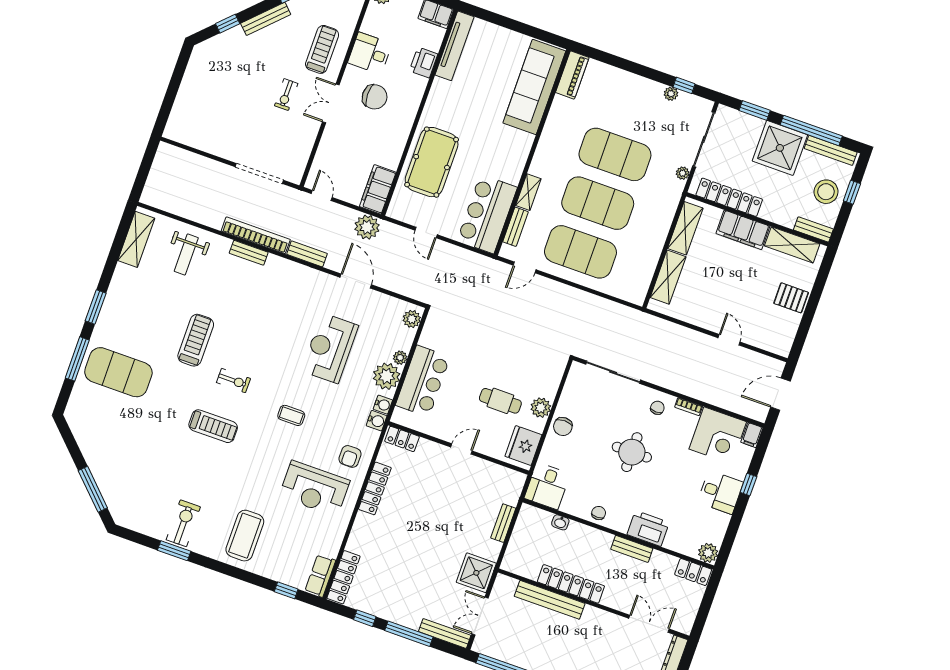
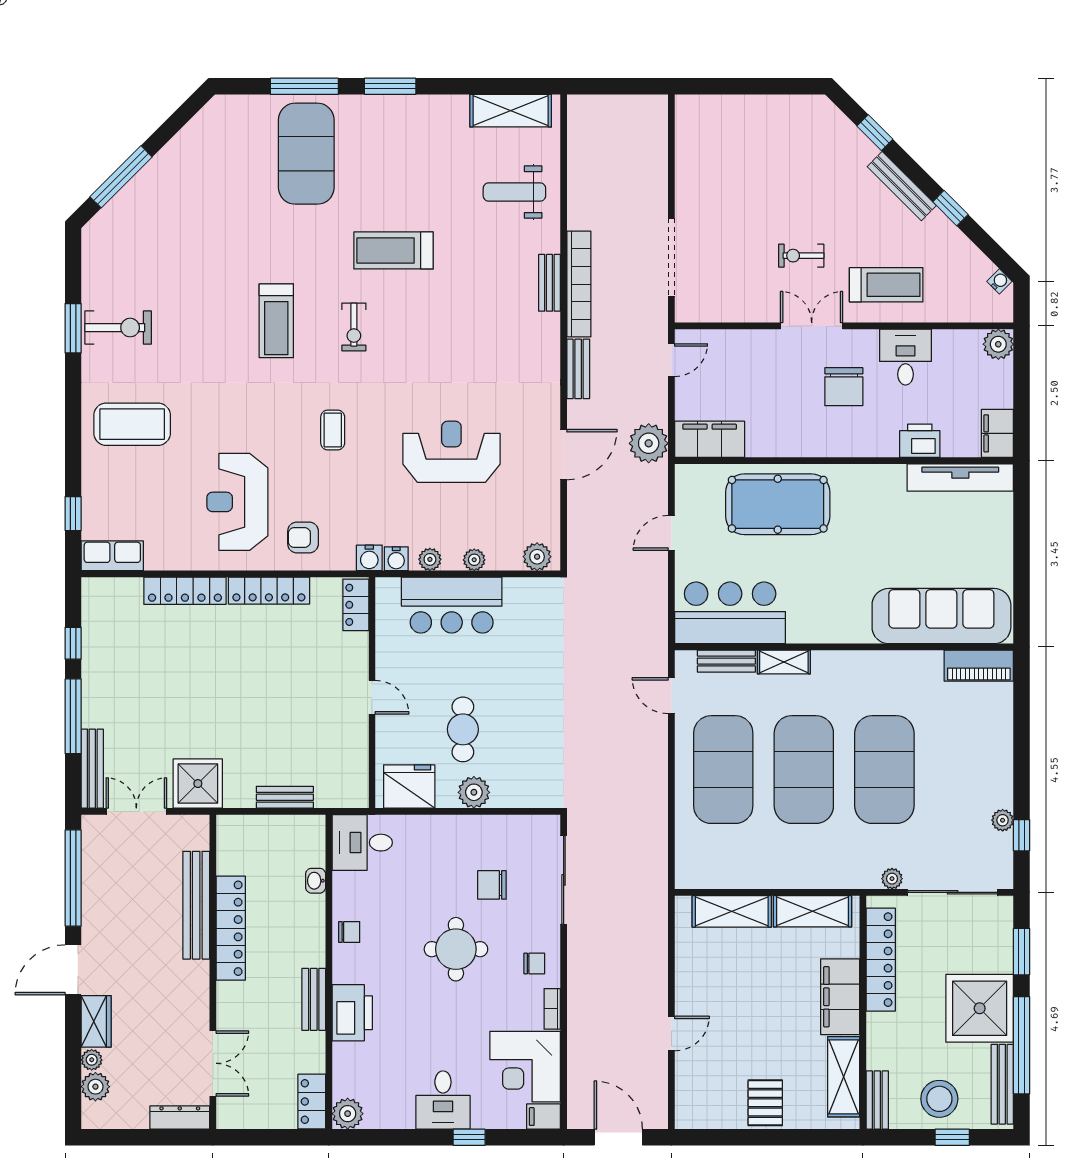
treadmill: (196, 340) -> (394, 250), turned 180
plant: (387, 376) -> (430, 559), width x0.53, depth x0.53
chair: (563, 427) -> (492, 885), moved
locker: (344, 577) -> (185, 591), moved

